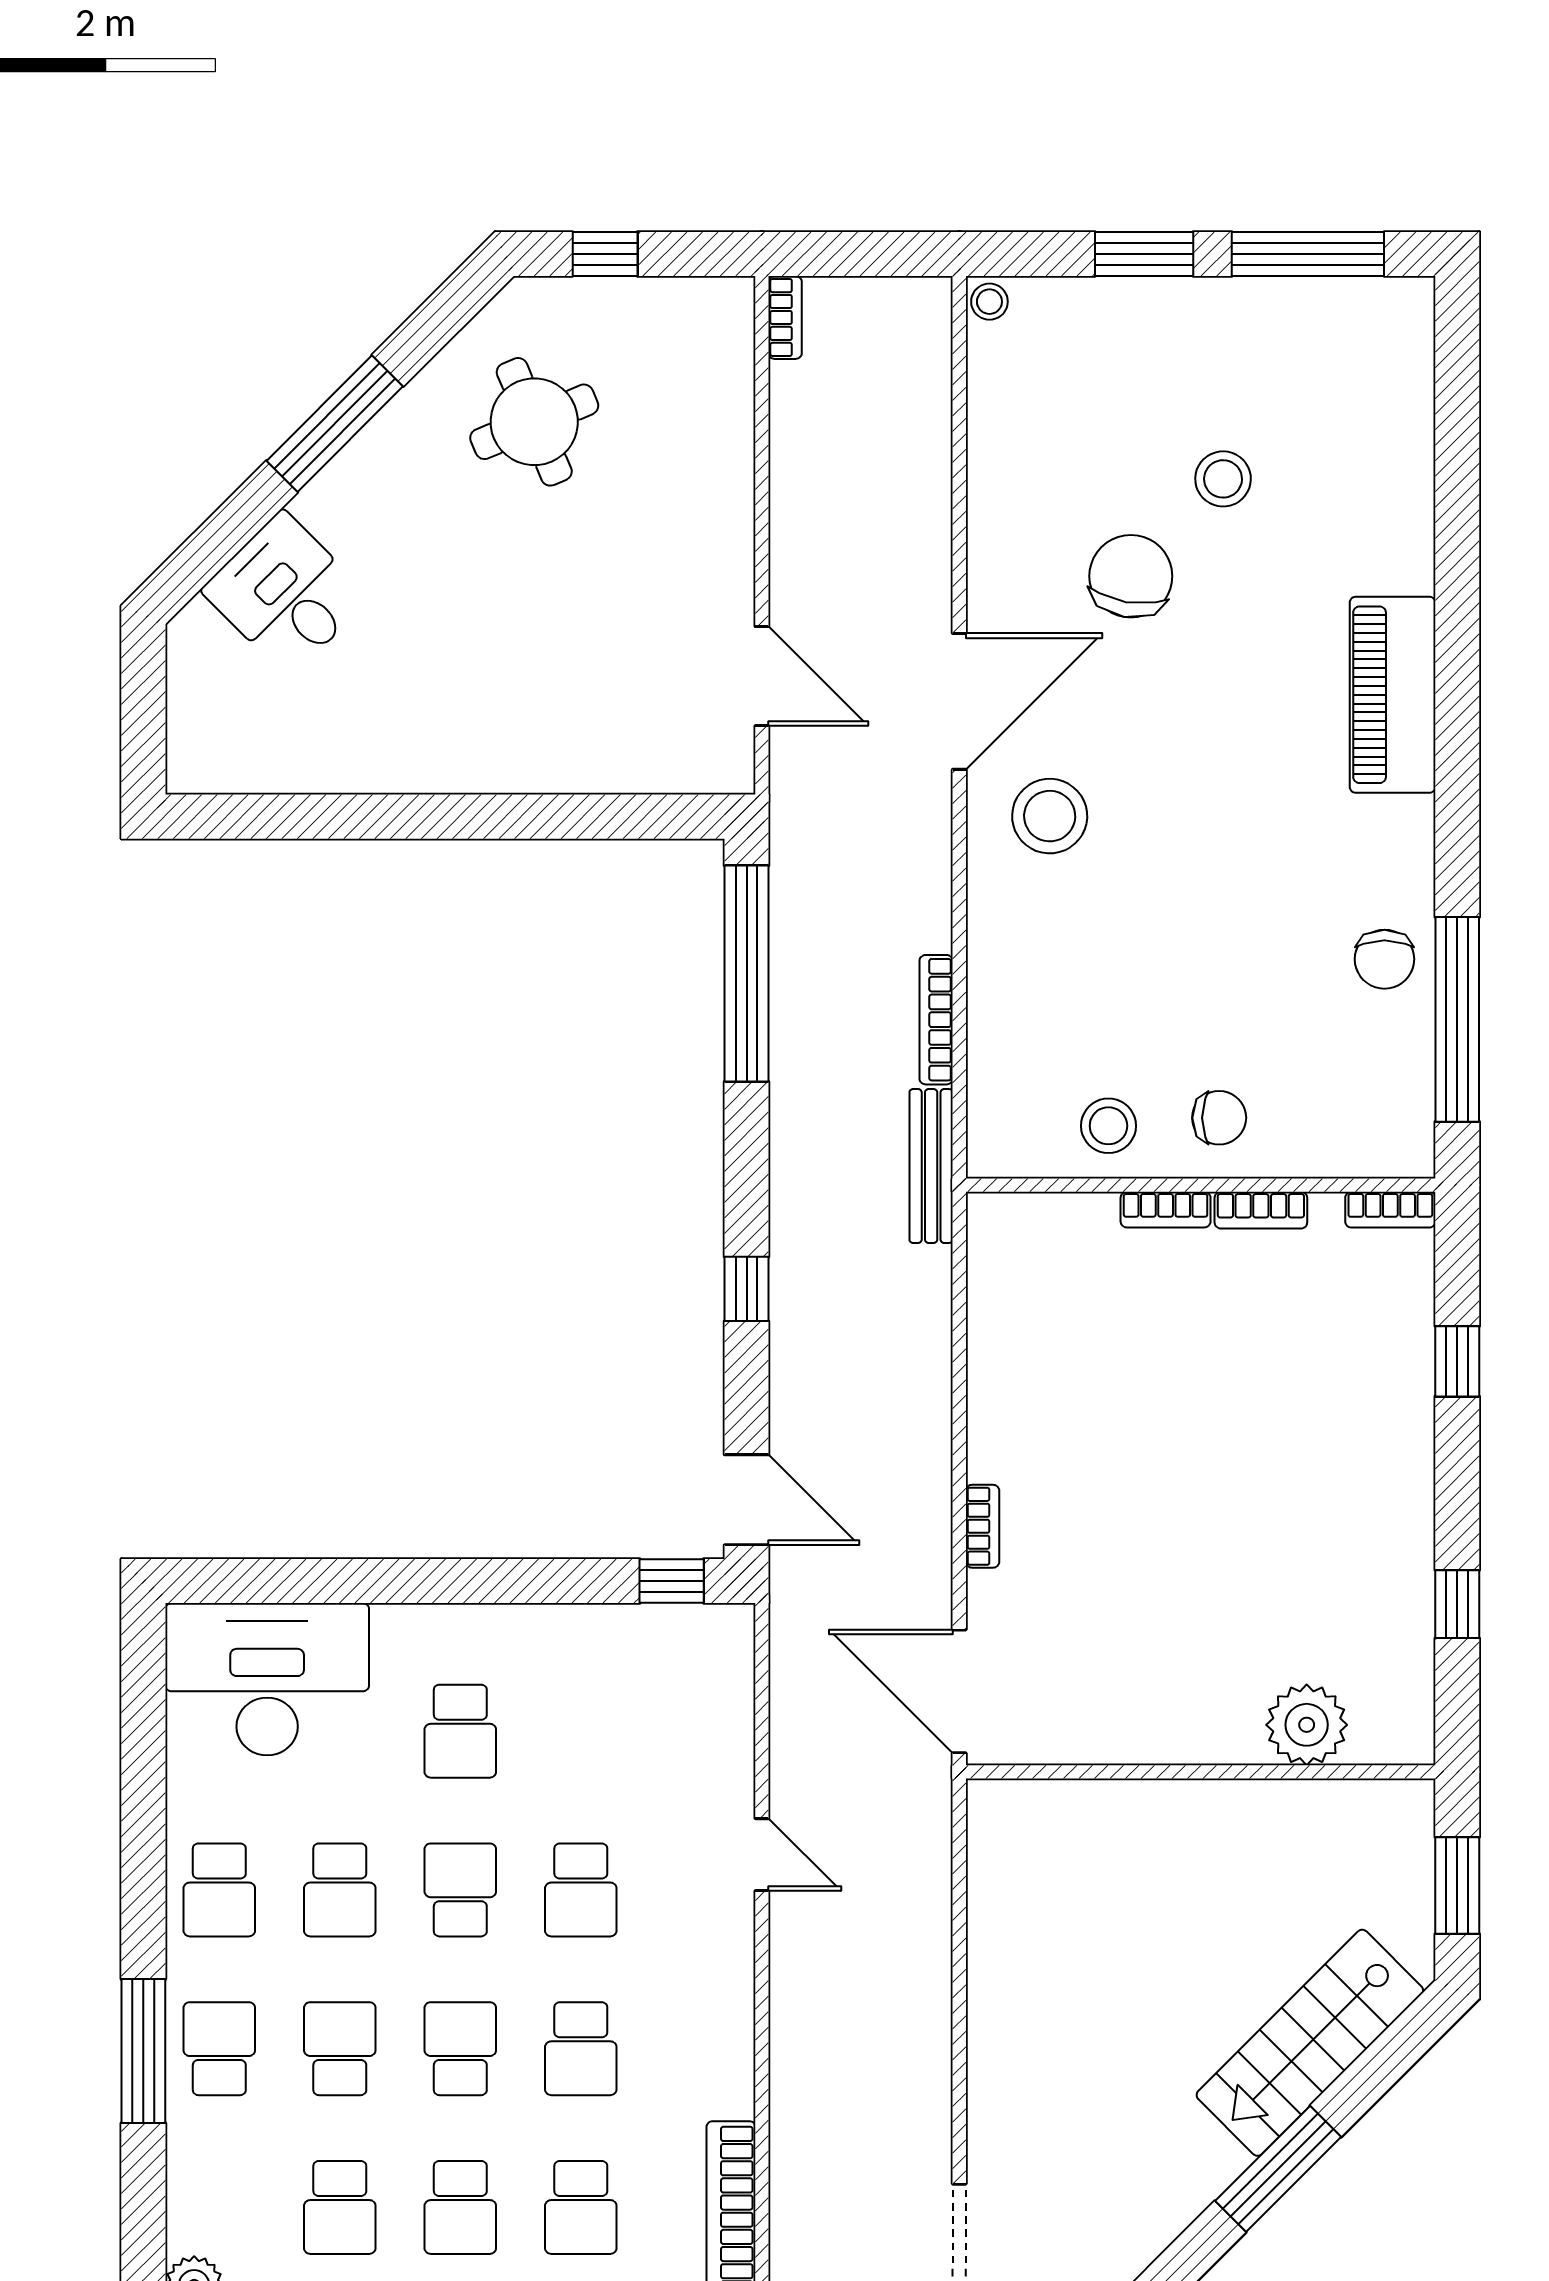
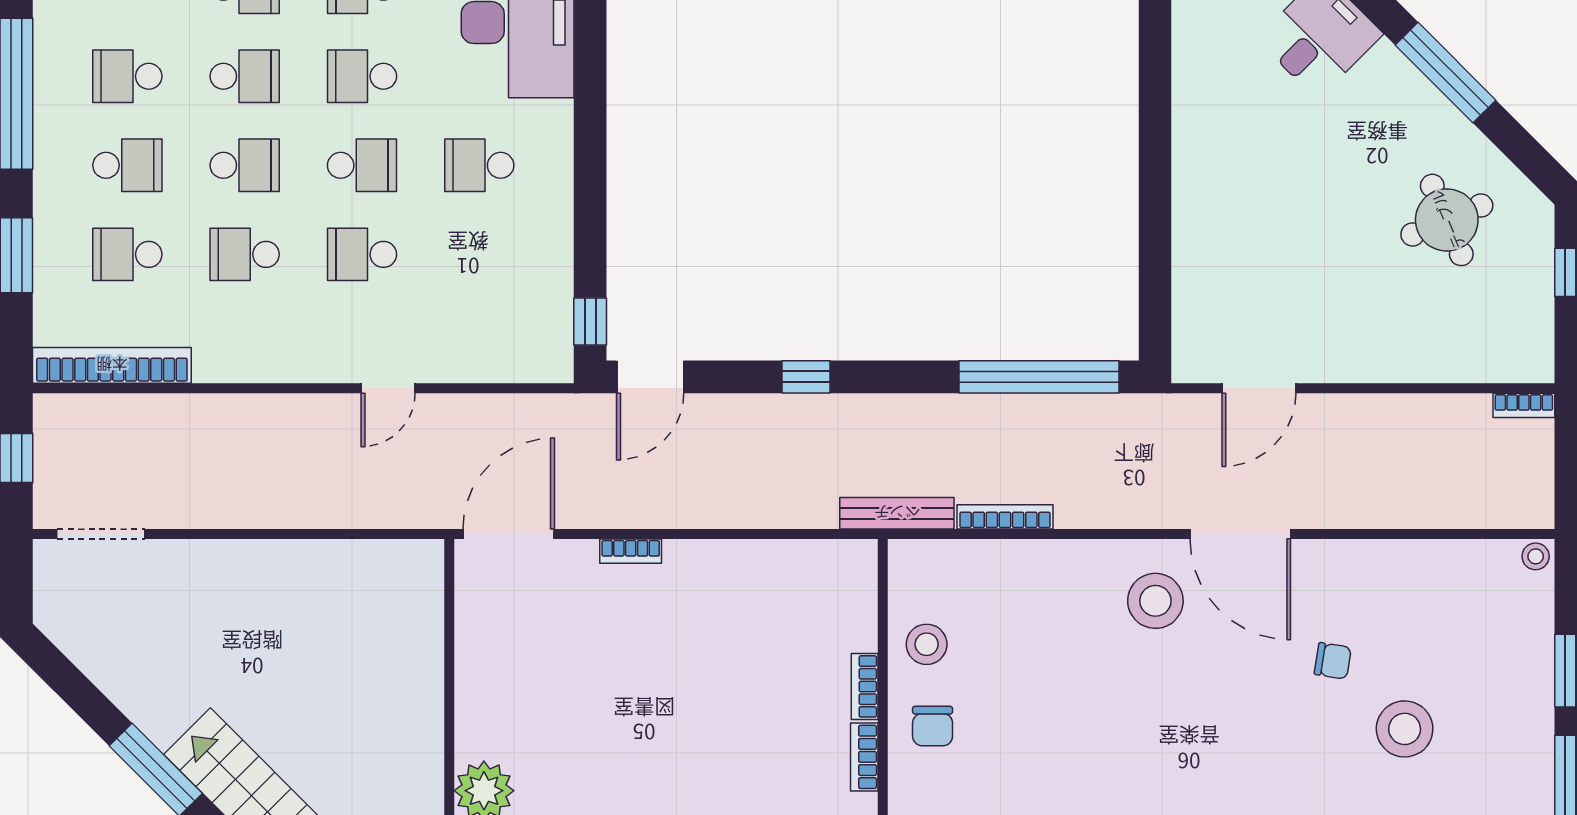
stool: (1223, 479) -> (1405, 729), width x1.38, depth x1.38
chair: (1131, 576) -> (1333, 661), width x0.54, depth x0.54
school desk: (460, 2207) -> (127, 165), turned 180

